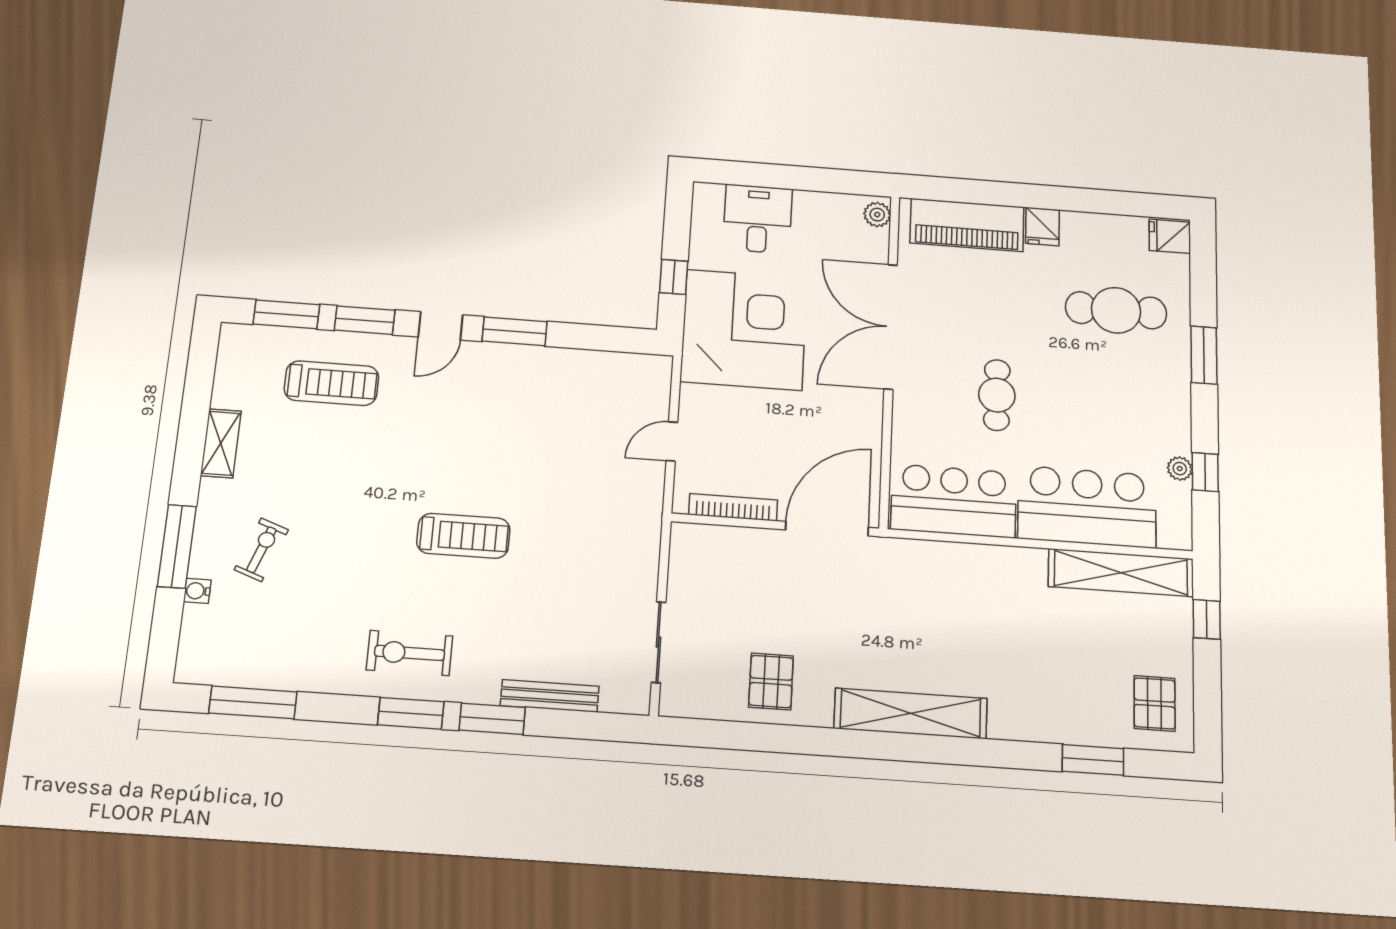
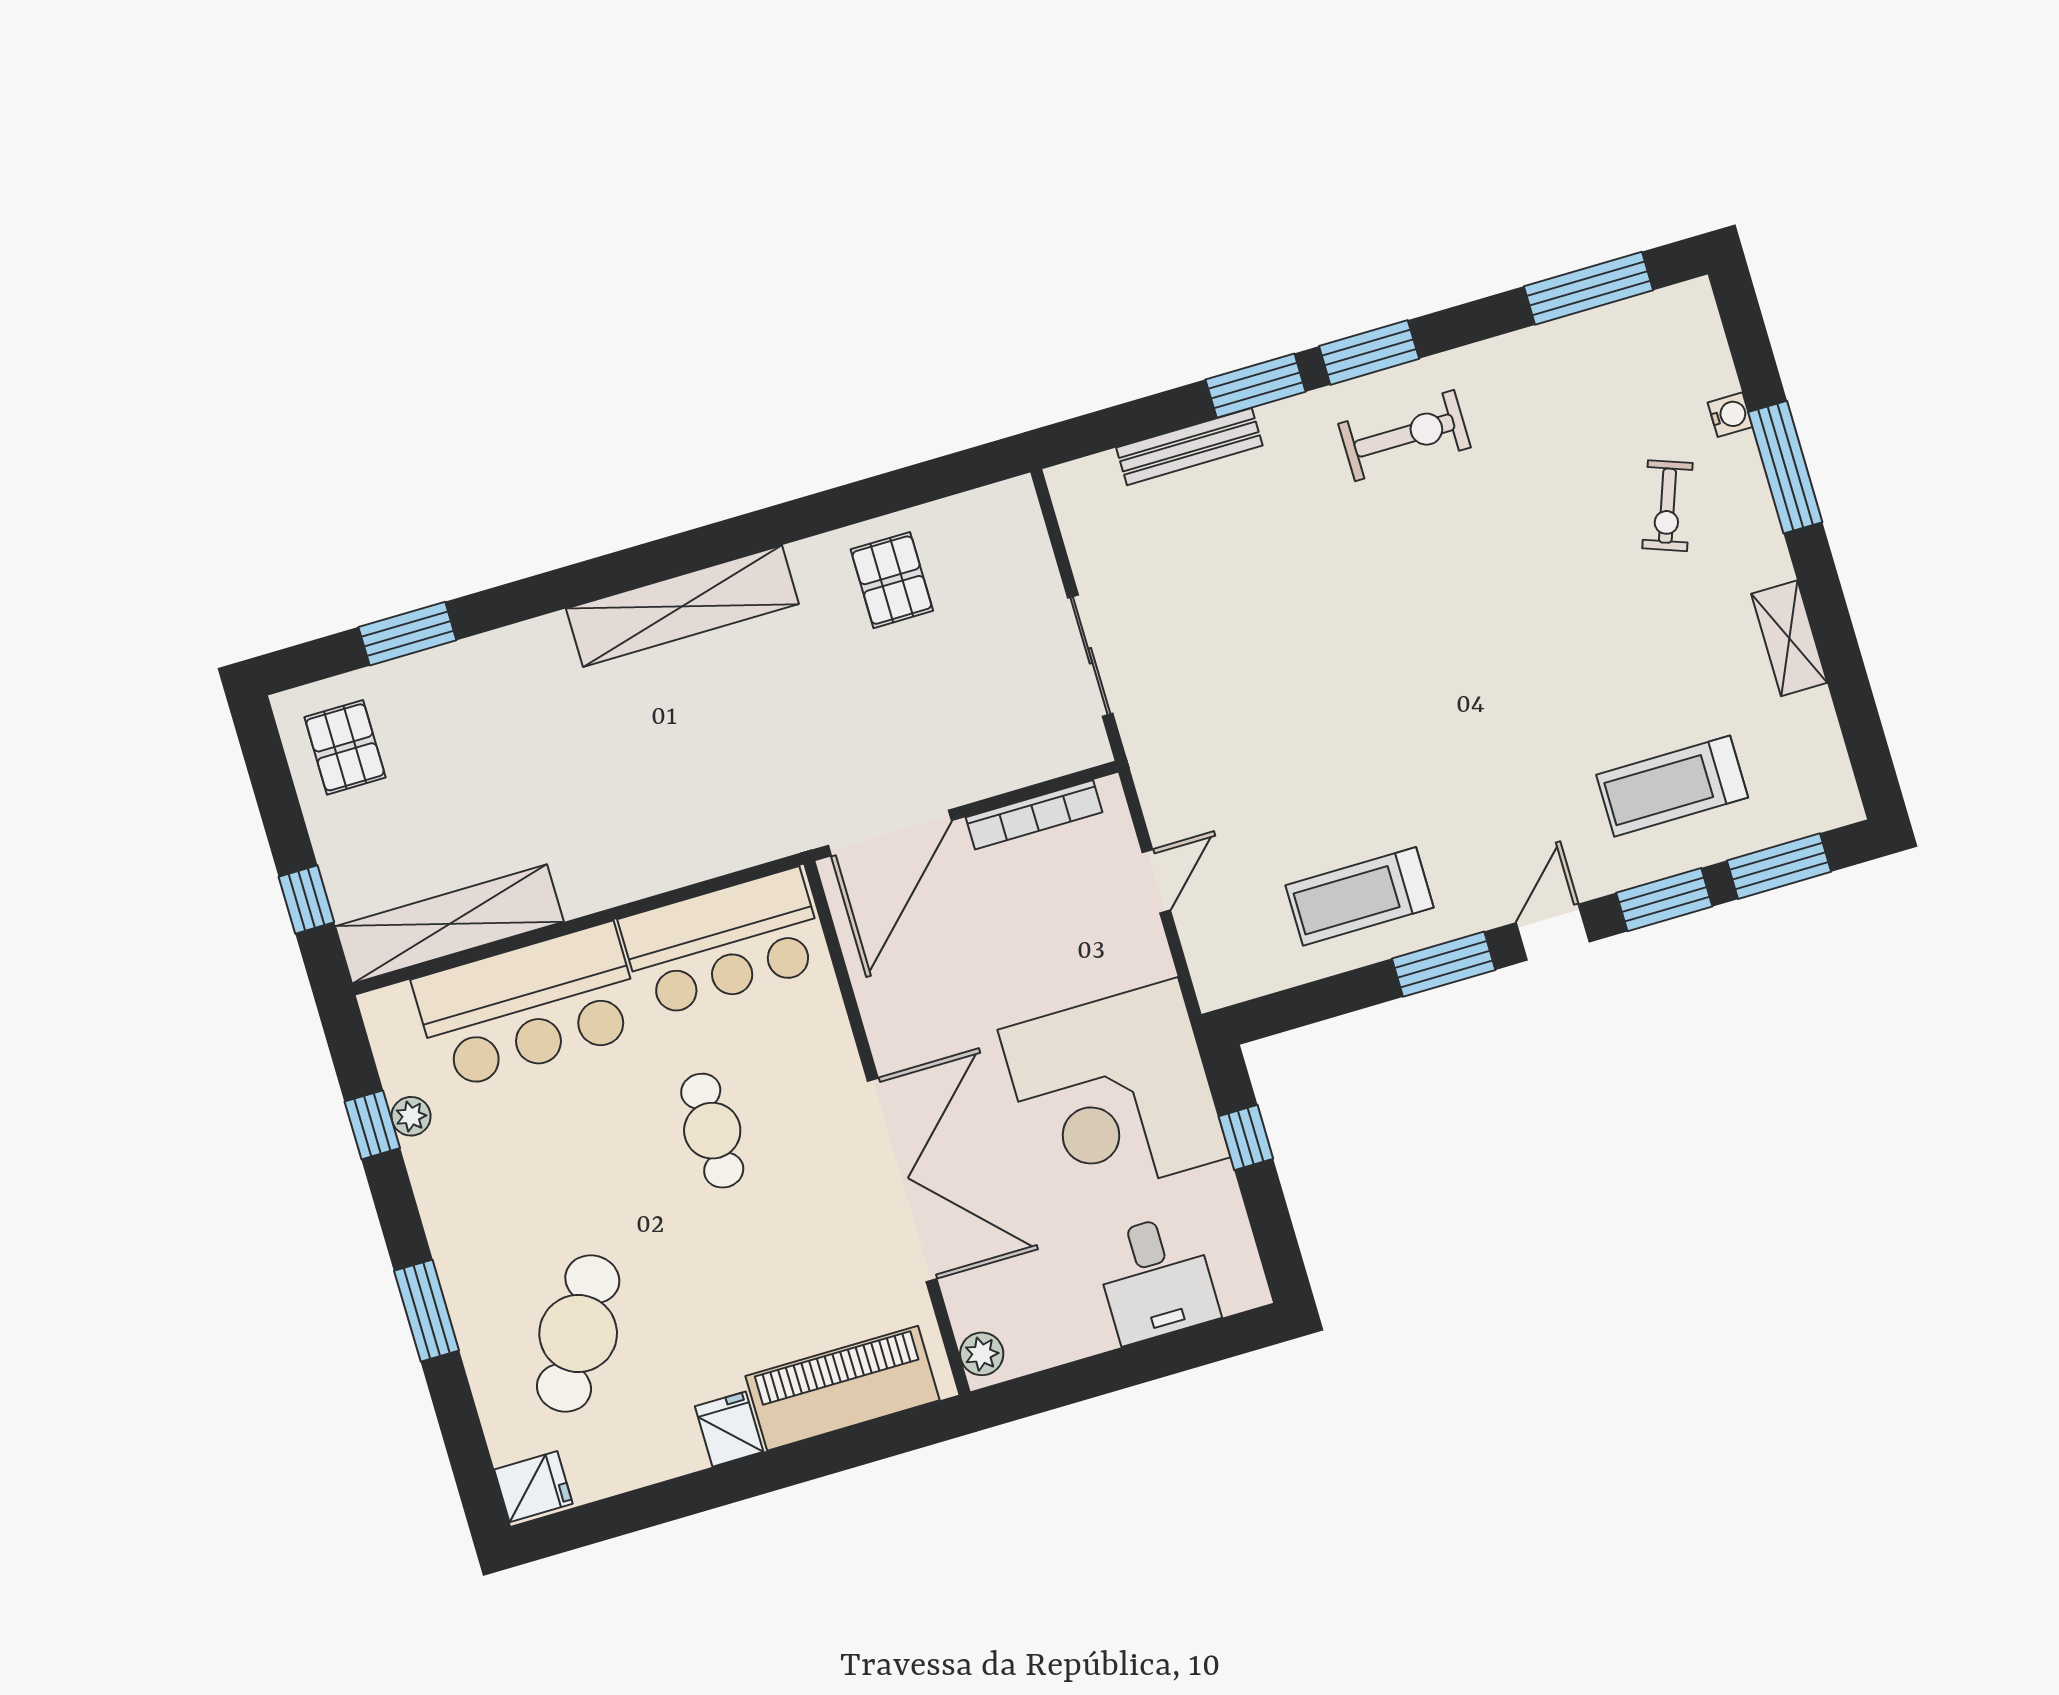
cafe table: (1116, 310) -> (578, 1334), turned -59
treadmill: (463, 536) -> (1360, 896), moved
sliding door: (659, 642) -> (1090, 656), moved

